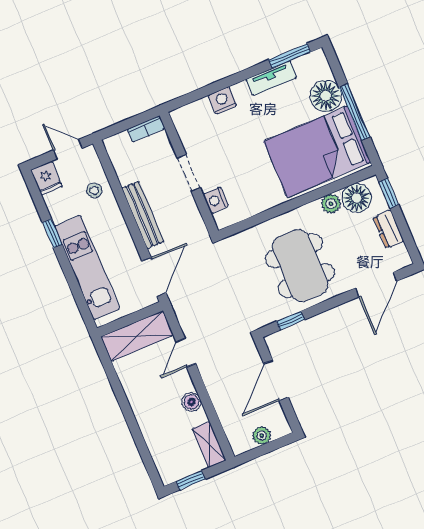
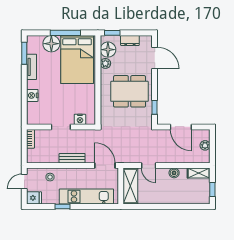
bench: (143, 215) -> (72, 158), width x0.73

